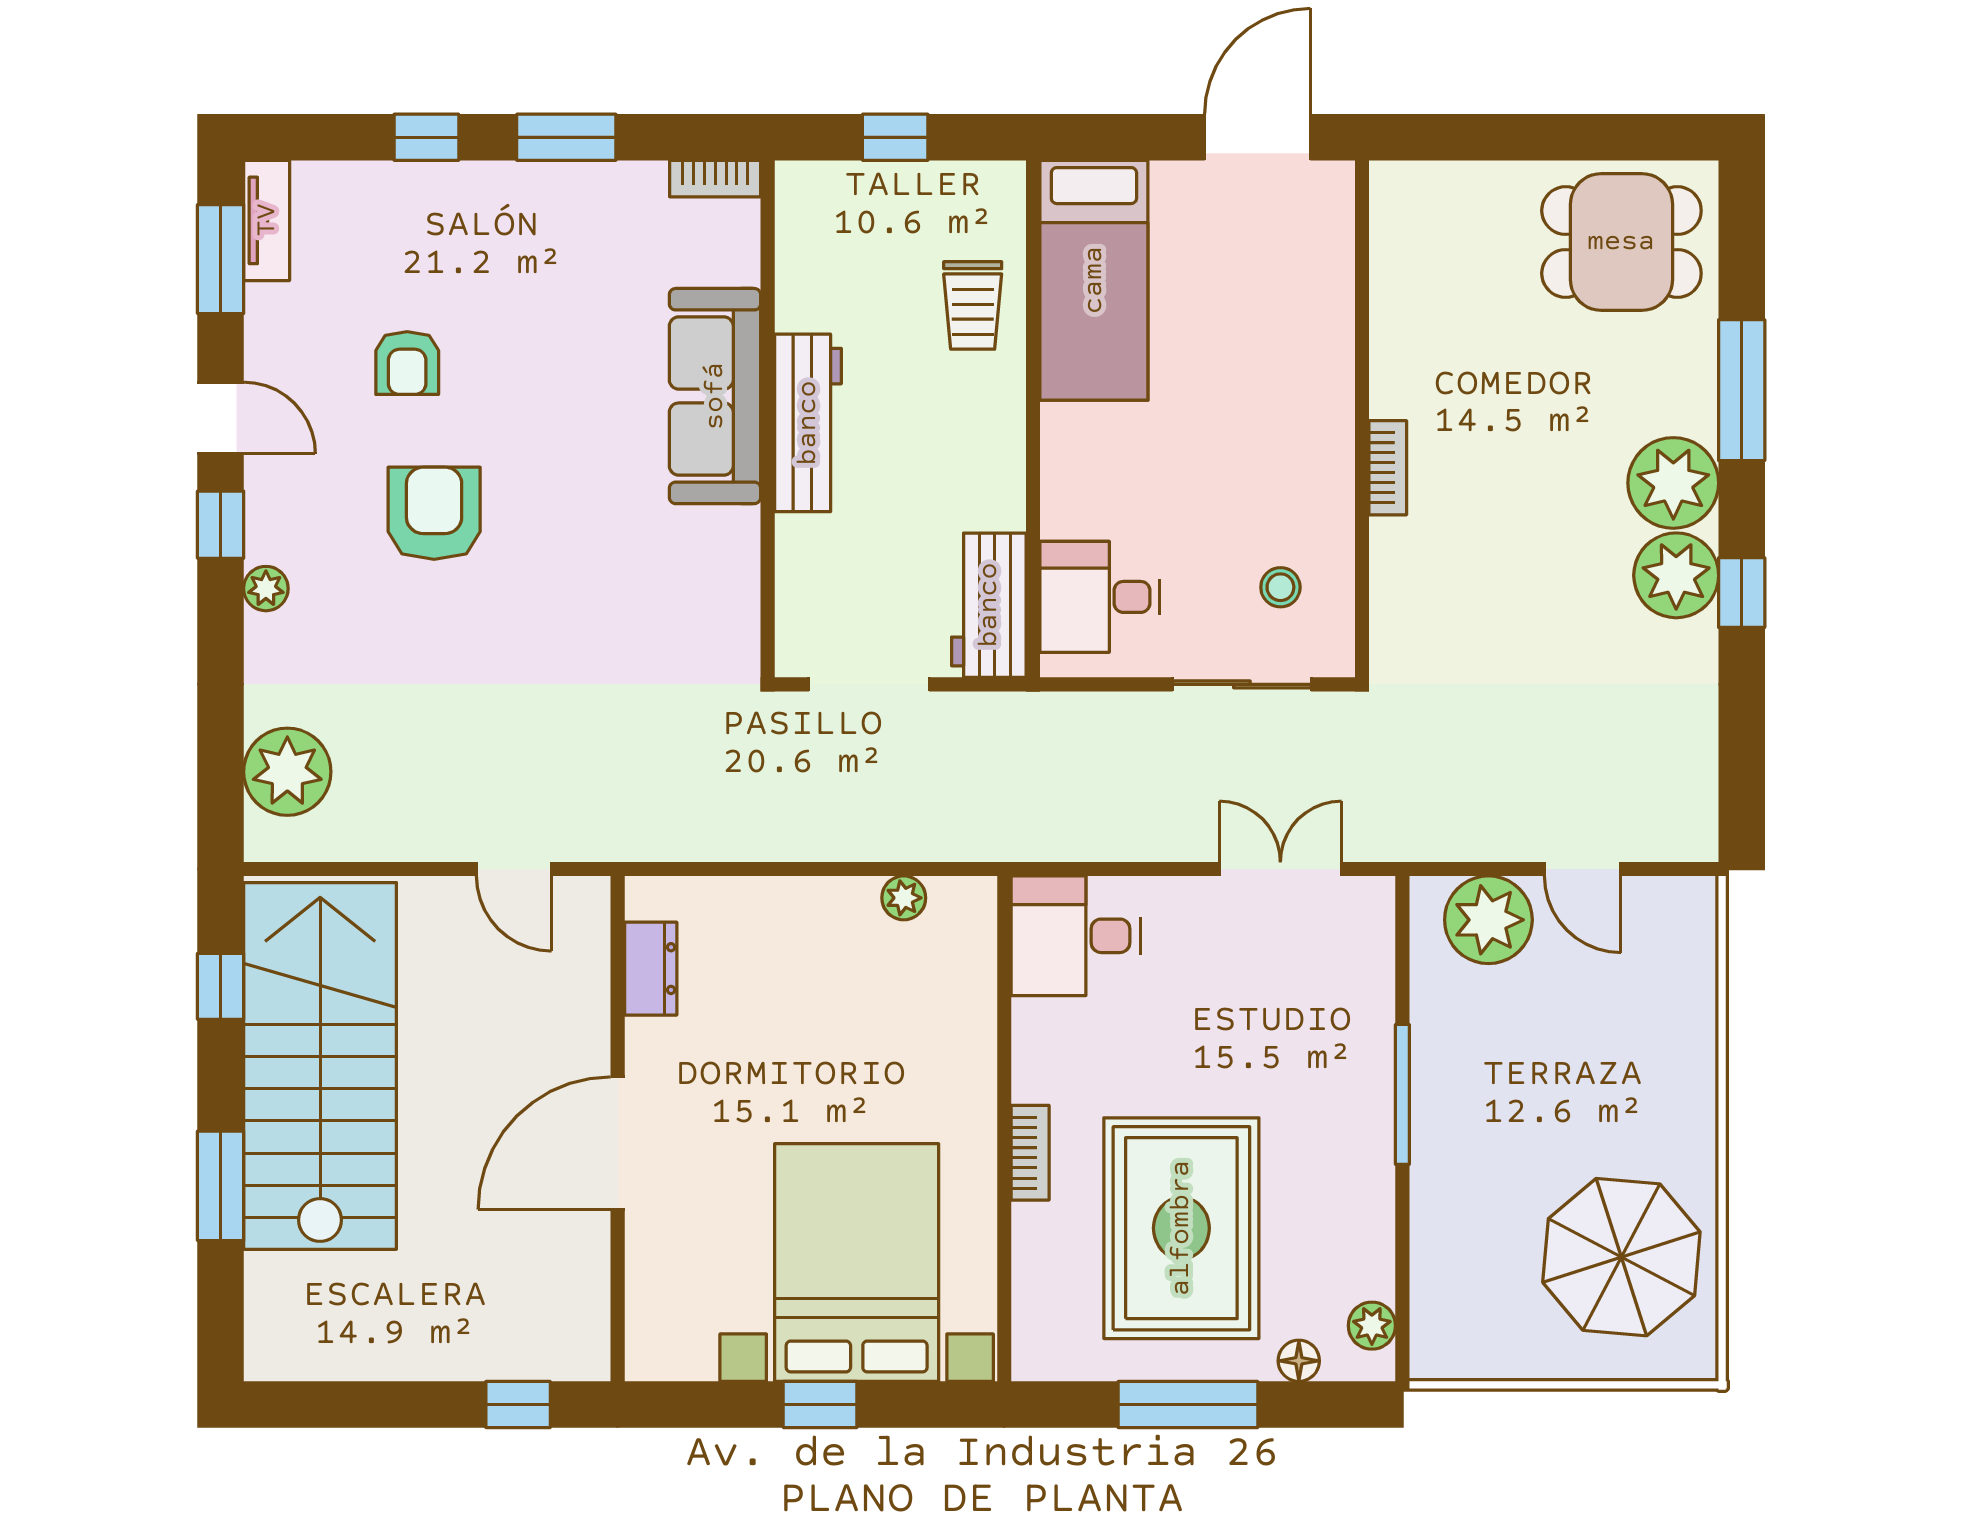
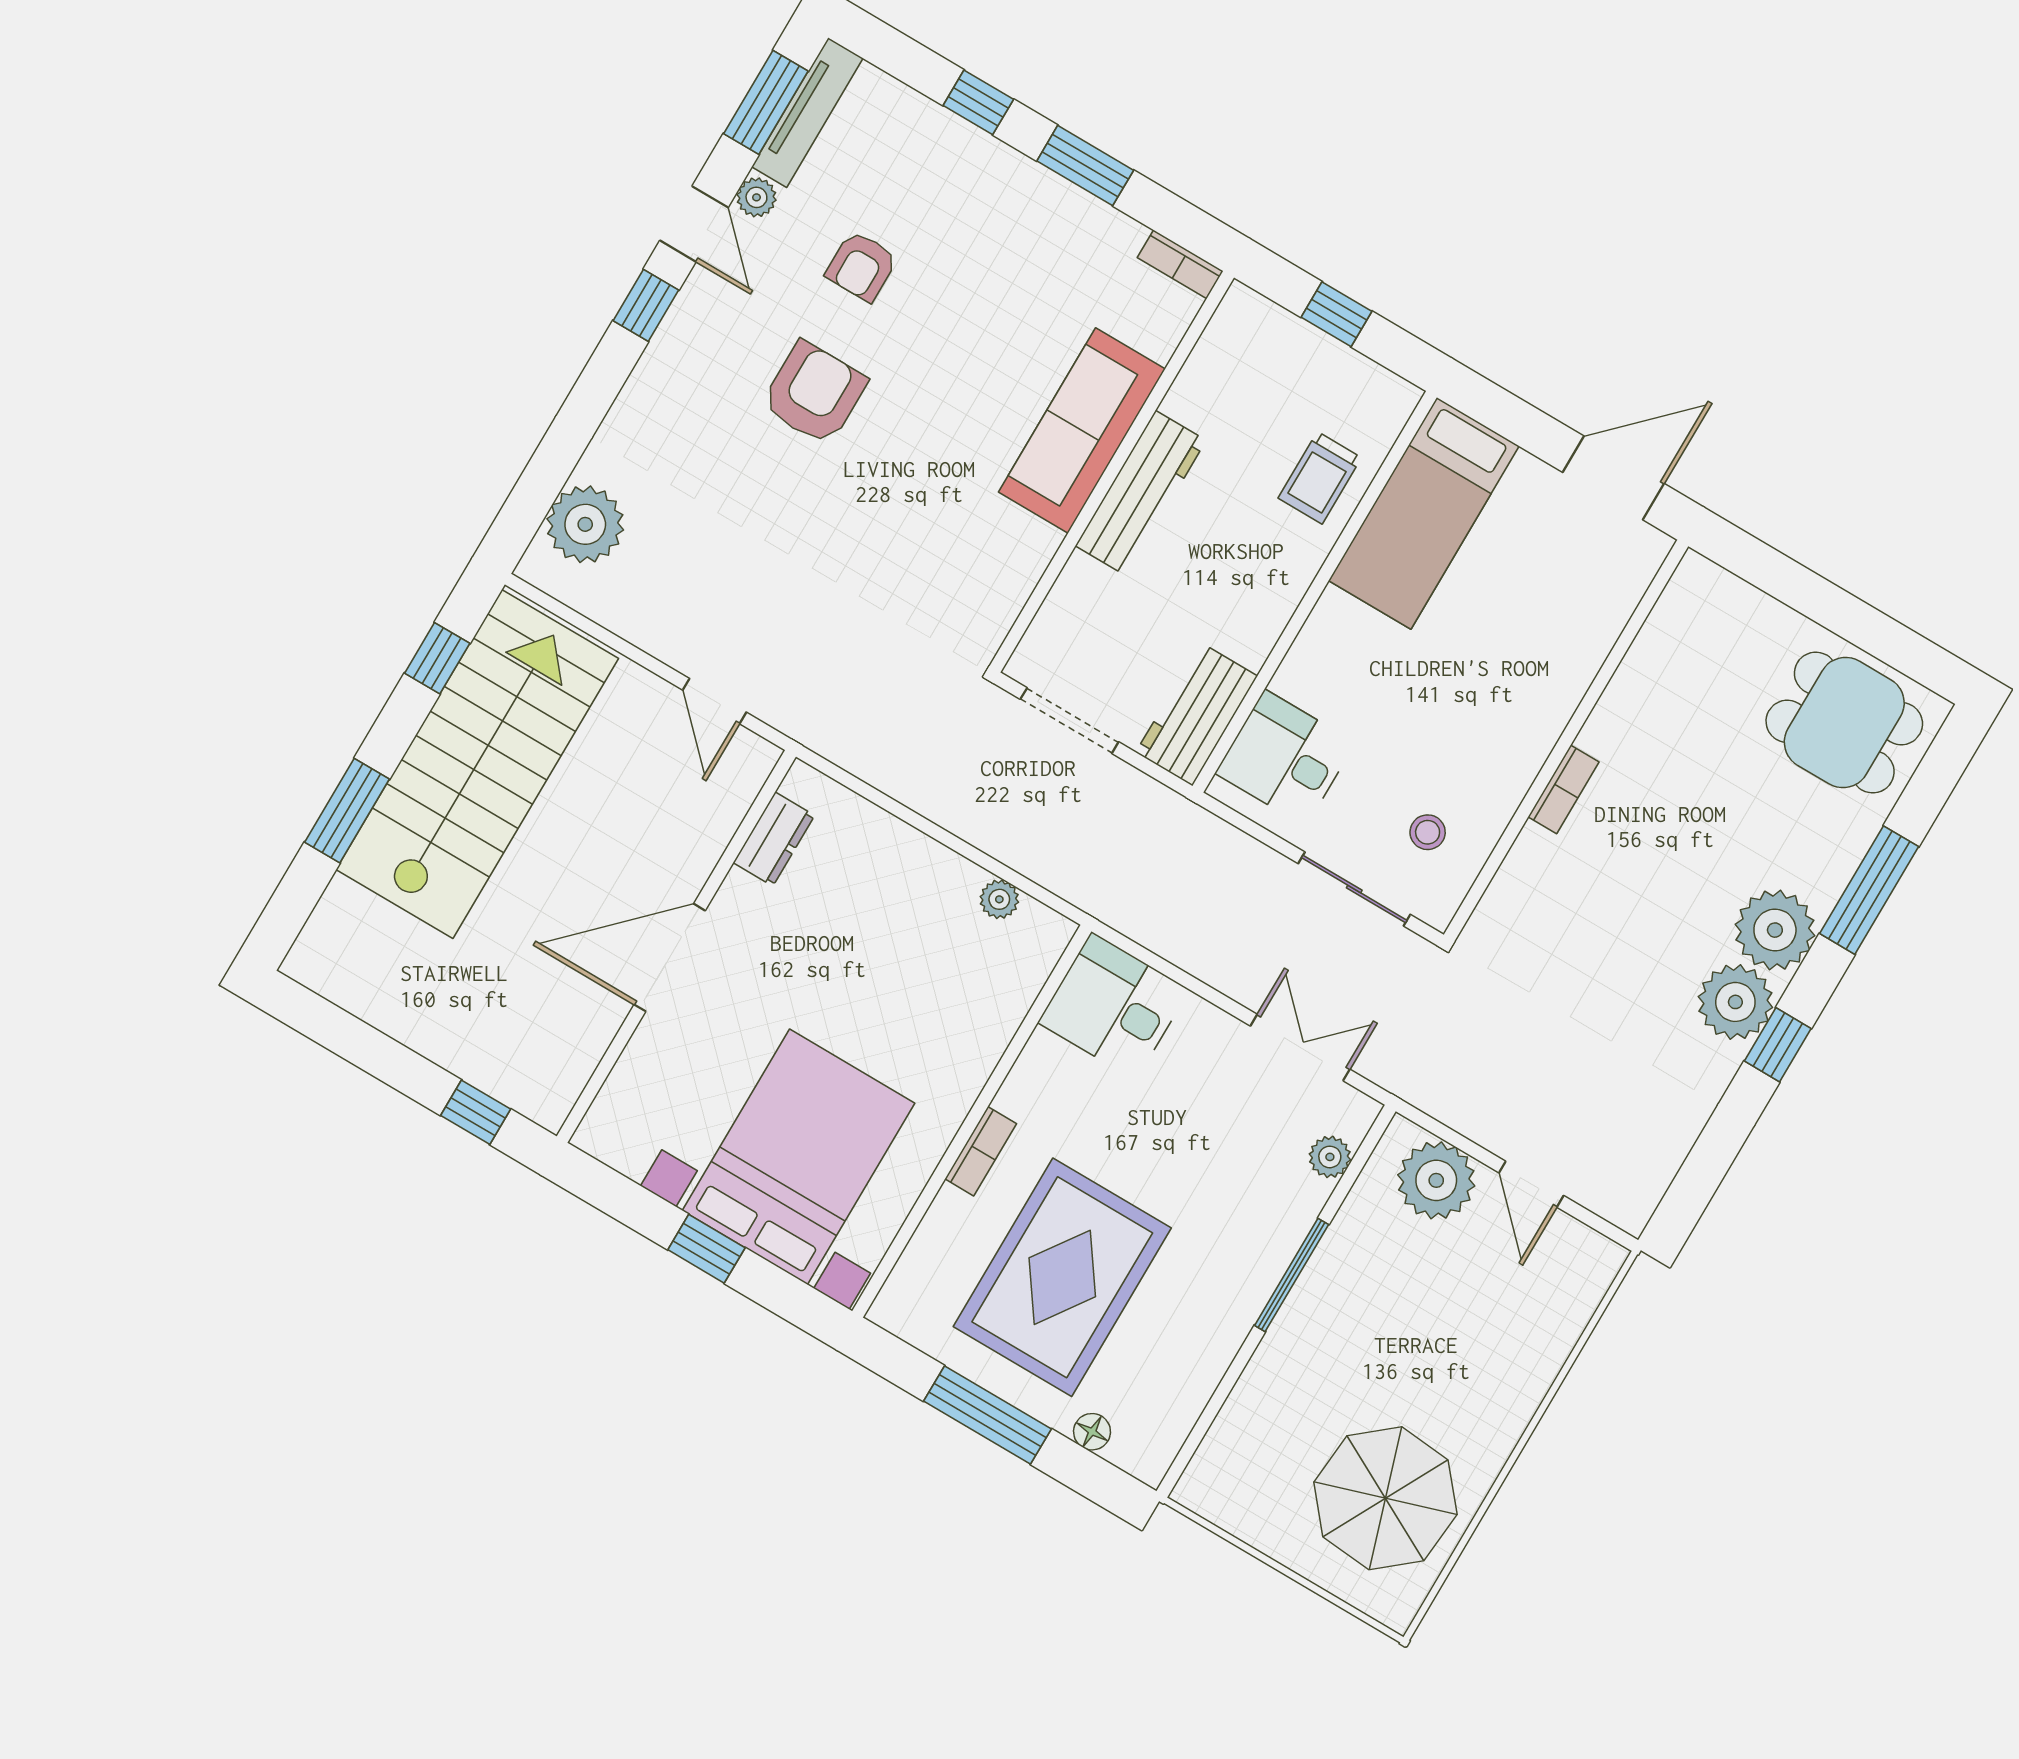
tv unit: (267, 220) -> (807, 112), width x1.41
plant: (266, 589) -> (756, 197), moved
plant: (1372, 1326) -> (1330, 1157), moved

